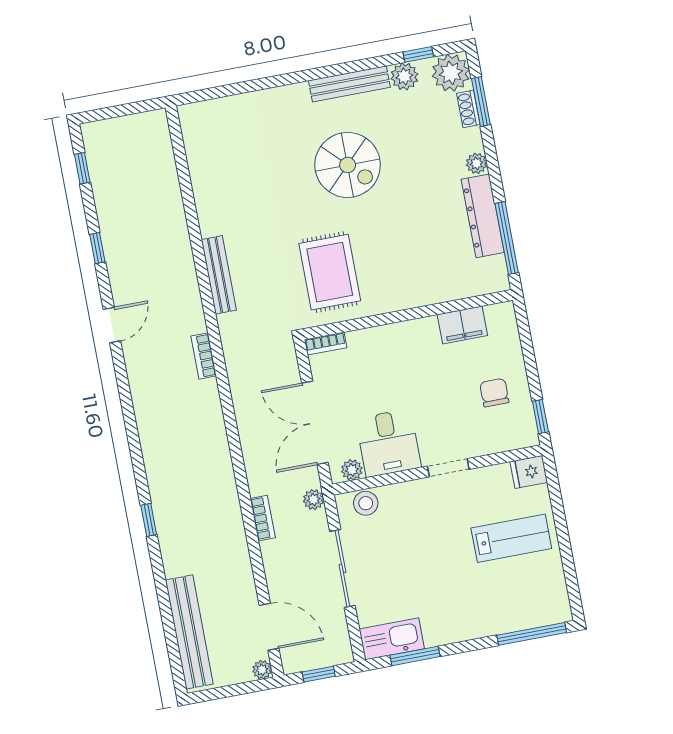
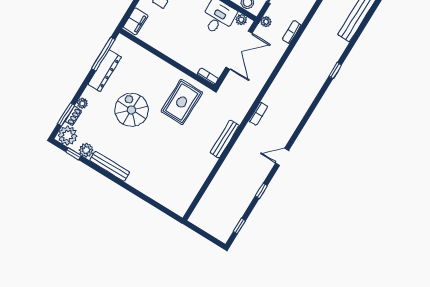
plant: (477, 163) -> (82, 103), moved
spiral stairs: (348, 165) -> (132, 110), moved
filing cabinet: (462, 325) -> (136, 21), moved, turned 90

